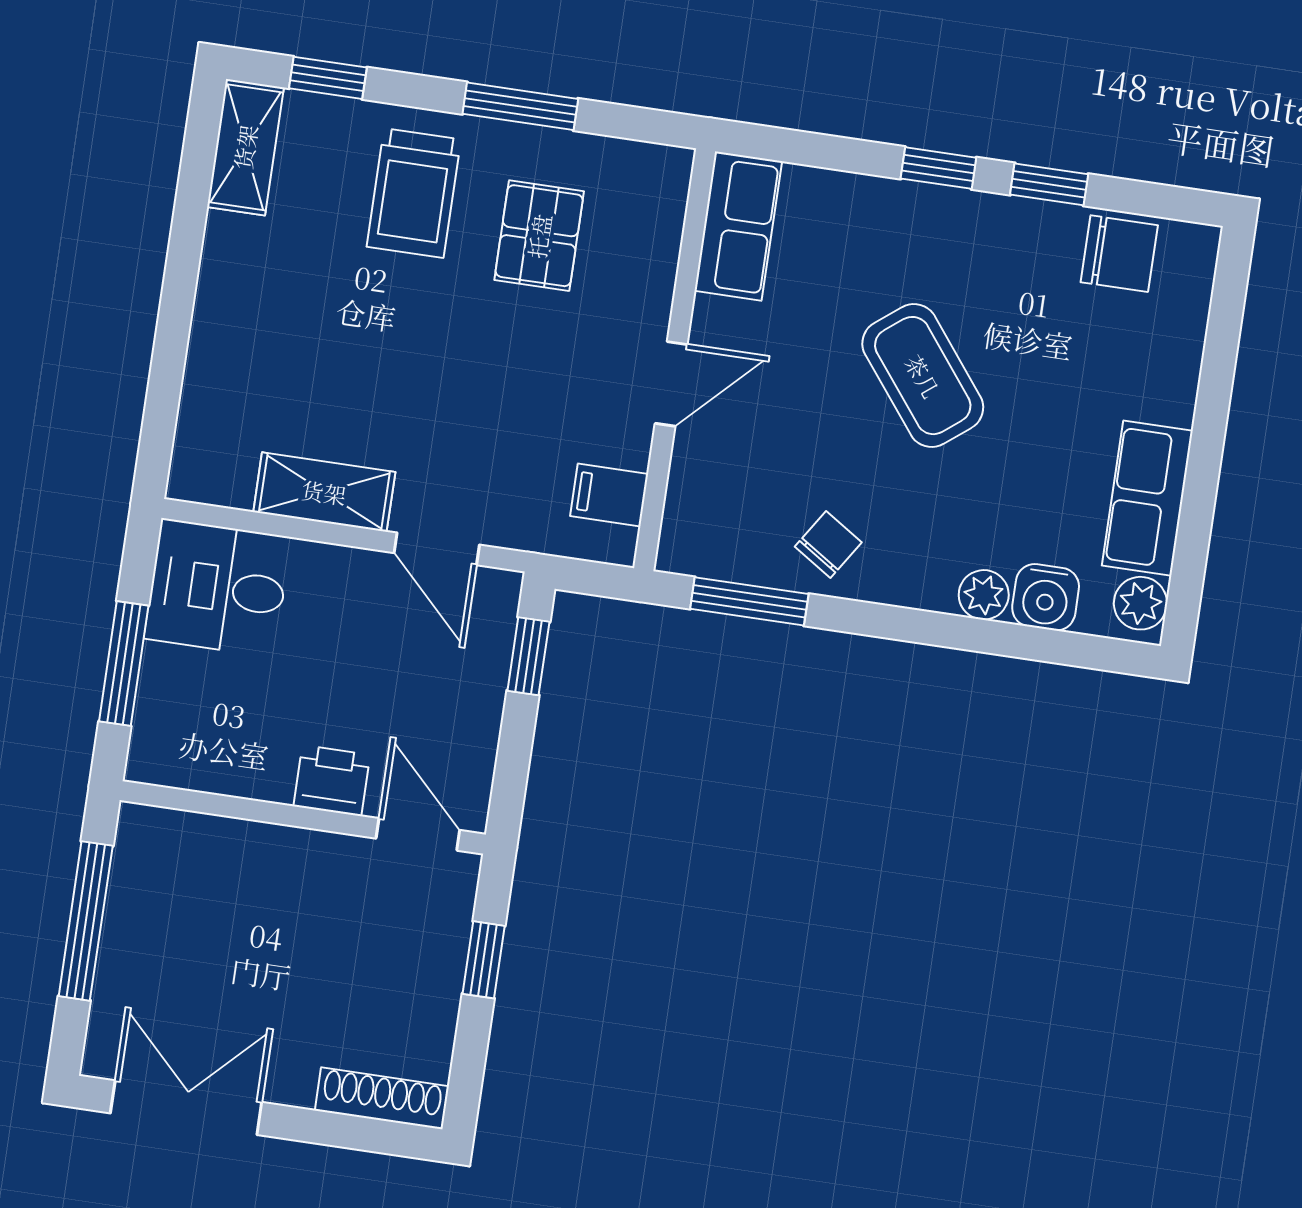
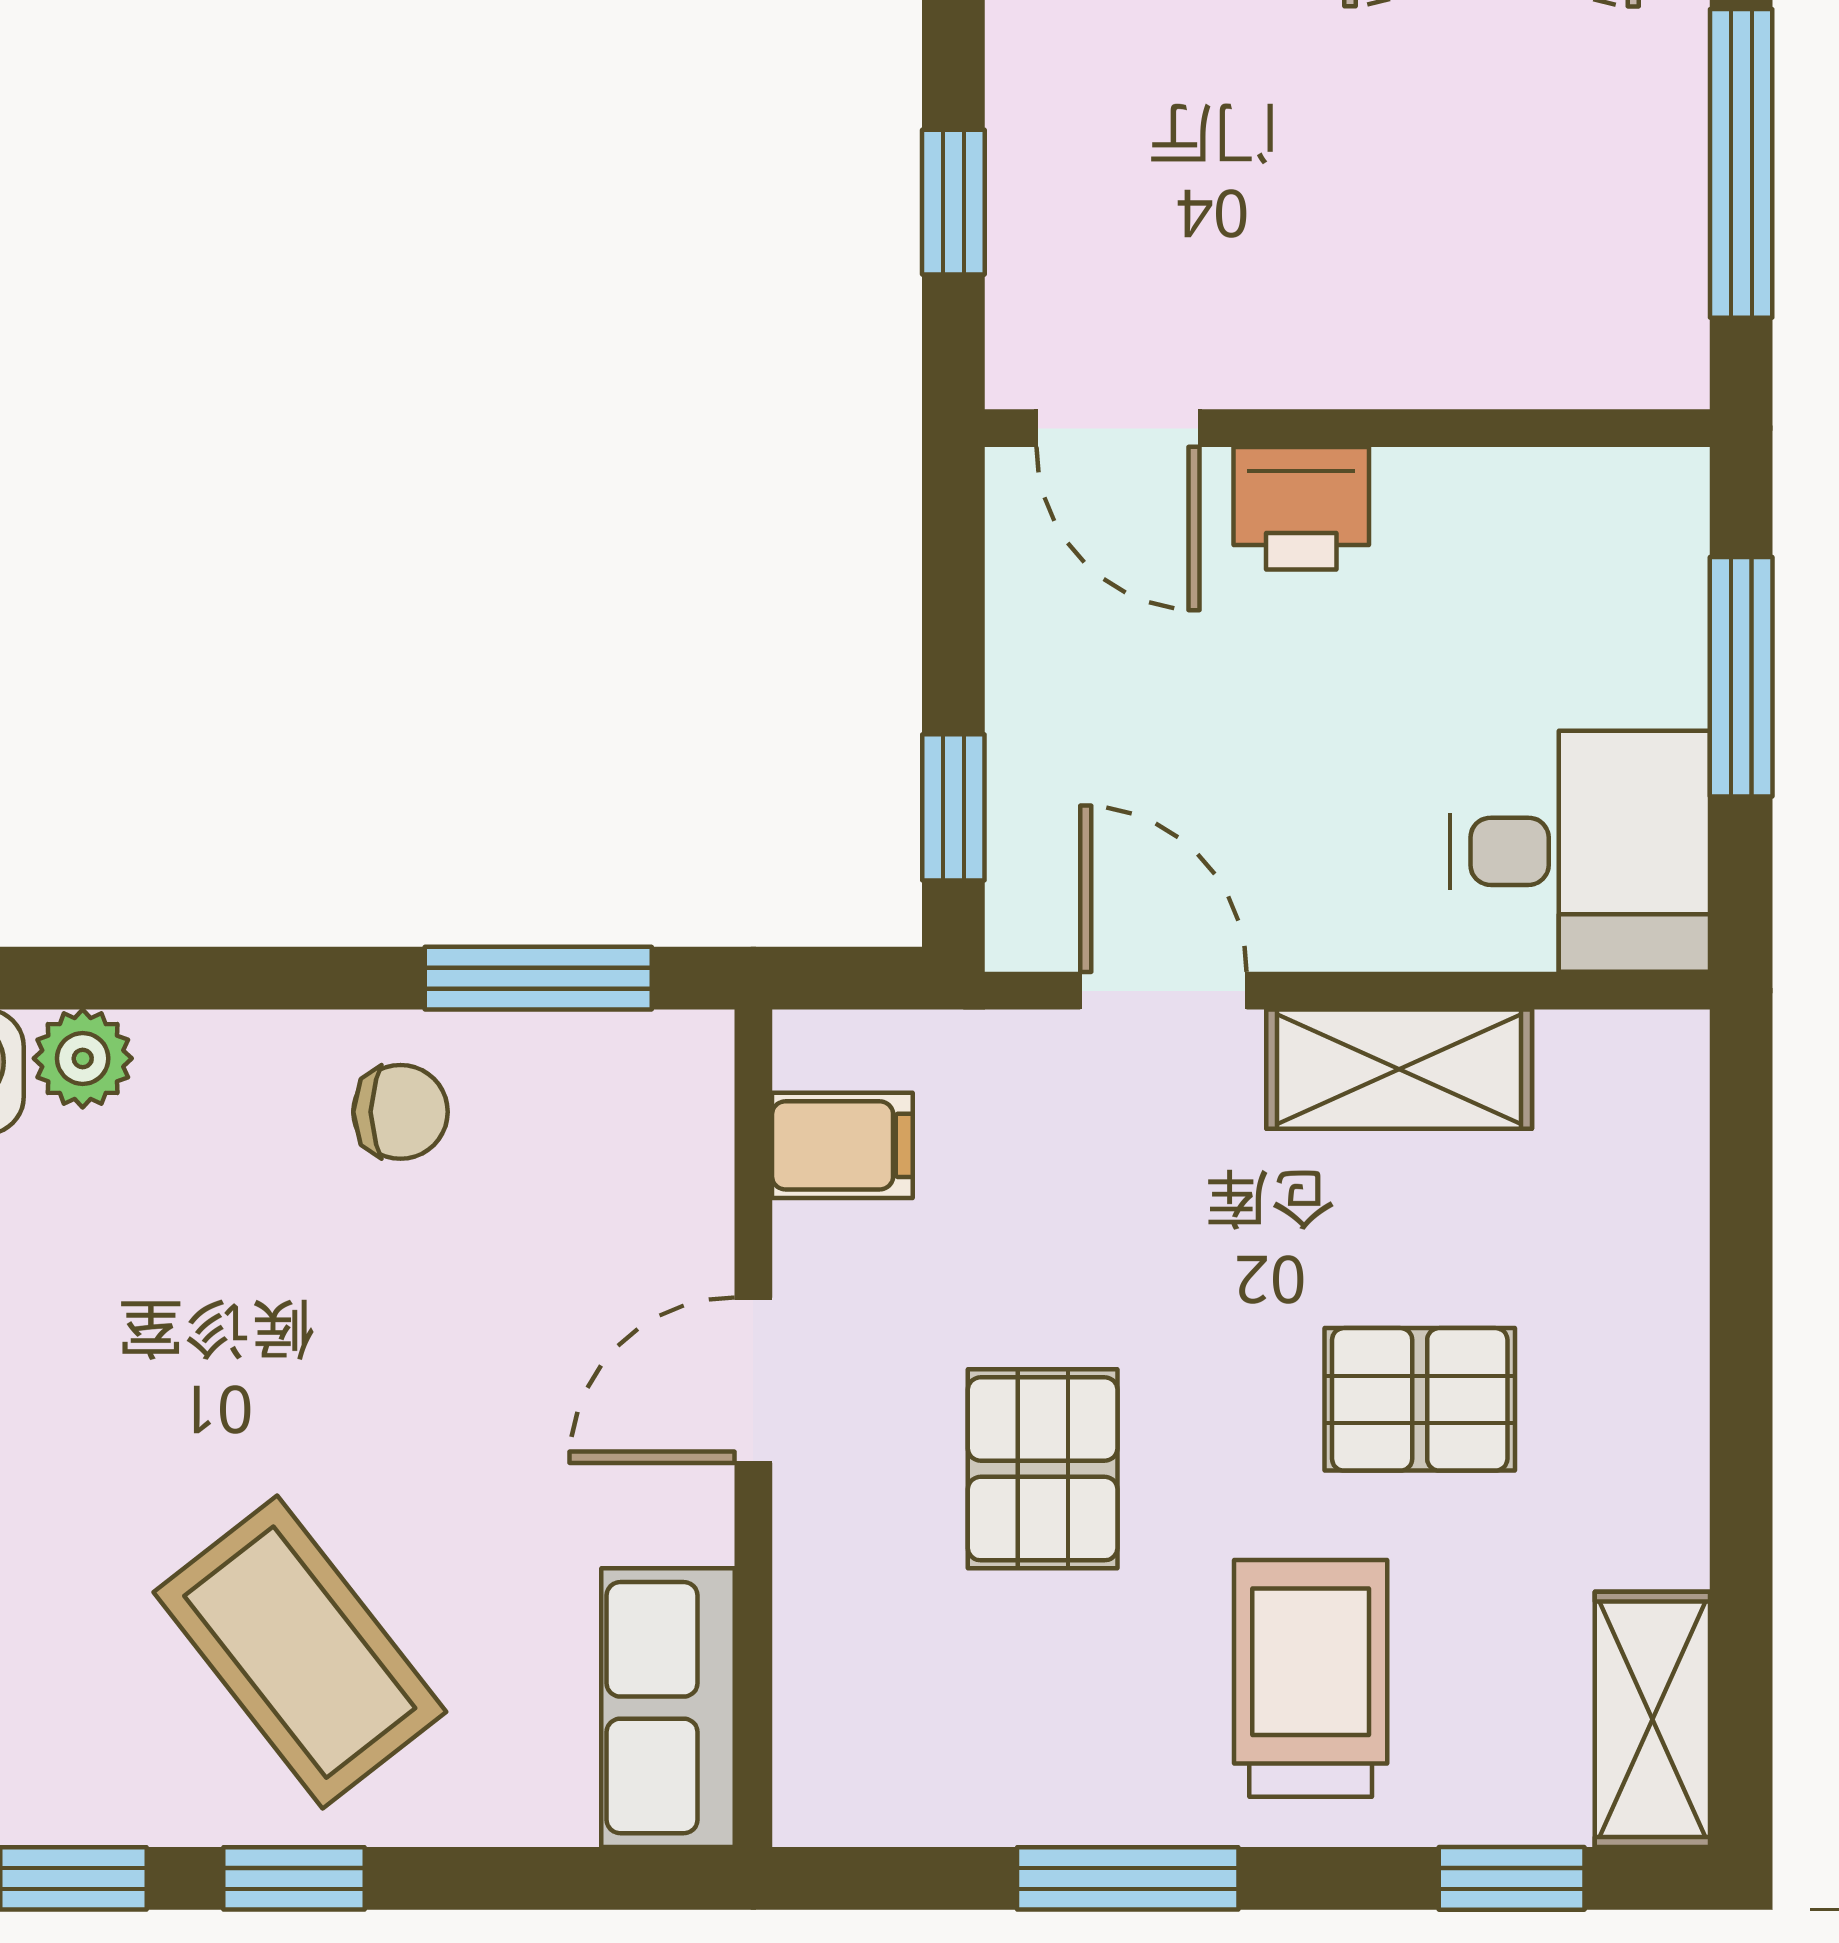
pallet: (539, 236) -> (1043, 1469), moved
pallet: (338, 325) -> (1420, 1399), added
coffee table: (923, 376) -> (300, 1652), moved
chair: (828, 545) -> (401, 1112), turned -123

